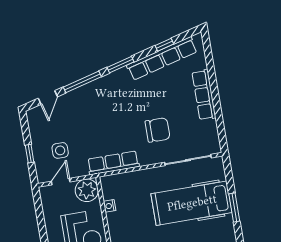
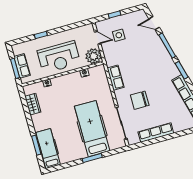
row of seats: (204, 95) -> (156, 133), moved
chair: (158, 130) -> (140, 100), turned 90
row of seats: (113, 163) -> (116, 78), width x0.68

